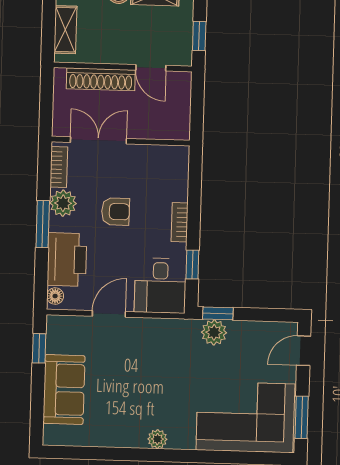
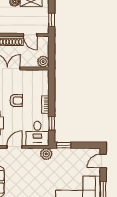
plant: (178, 128) -> (43, 62), added
plant: (214, 332) -> (46, 154), moved

